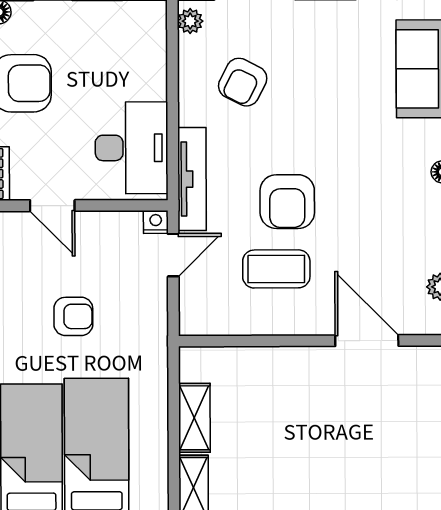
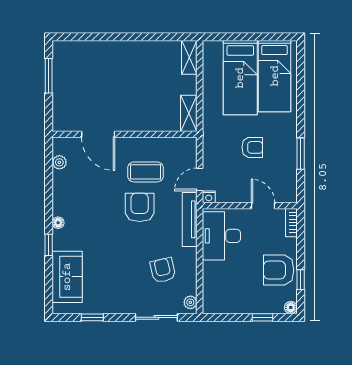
armchair: (243, 82) -> (163, 270), turned -40
armchair: (73, 316) -> (252, 147), turned 180
shelving: (194, 418) -> (189, 113), moved

